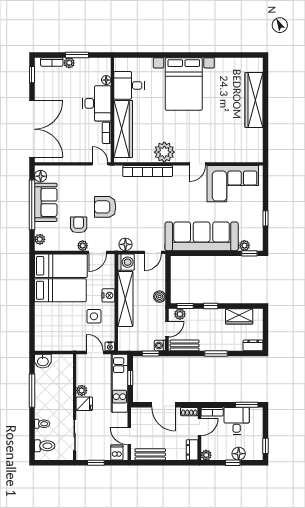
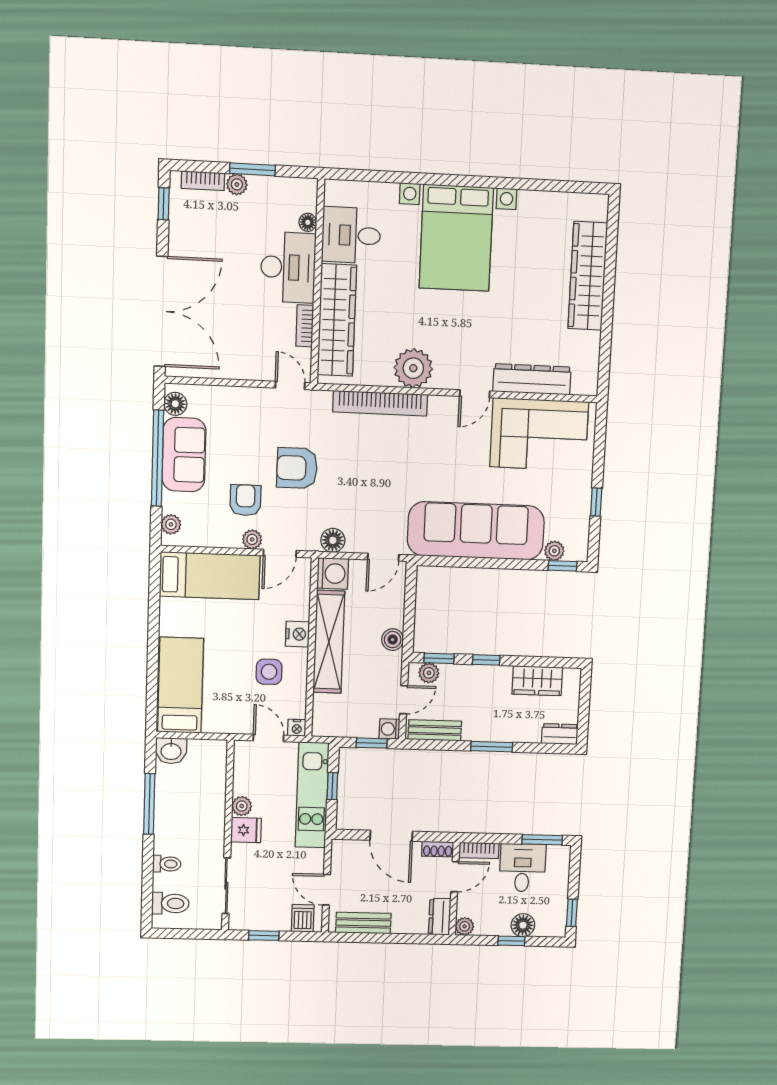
dresser: (227, 155) -> (532, 379), added
bed: (60, 290) -> (181, 685), moved, turned -90

